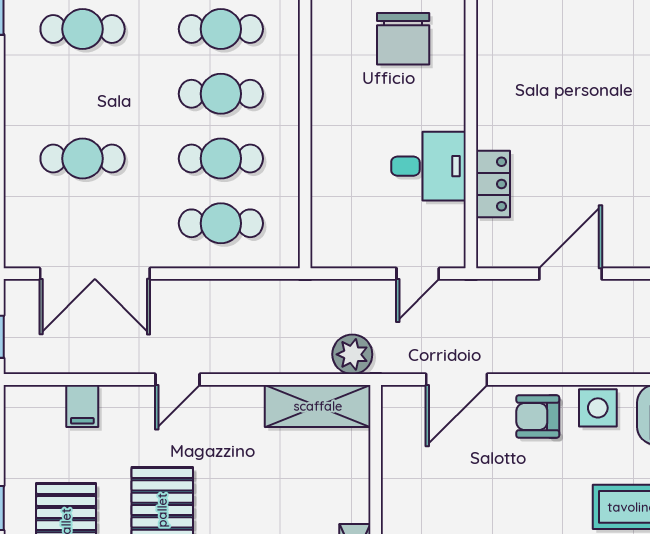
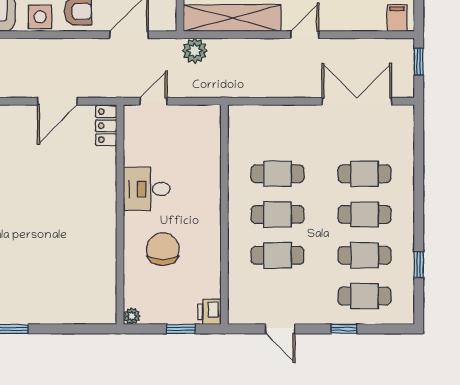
desk: (428, 166) -> (147, 189), moved
locker: (493, 184) -> (106, 126), moved
cafe table: (221, 223) -> (365, 215), moved
filing cabinet: (82, 406) -> (397, 18), moved
shelving: (318, 406) -> (232, 18), width x1.47

